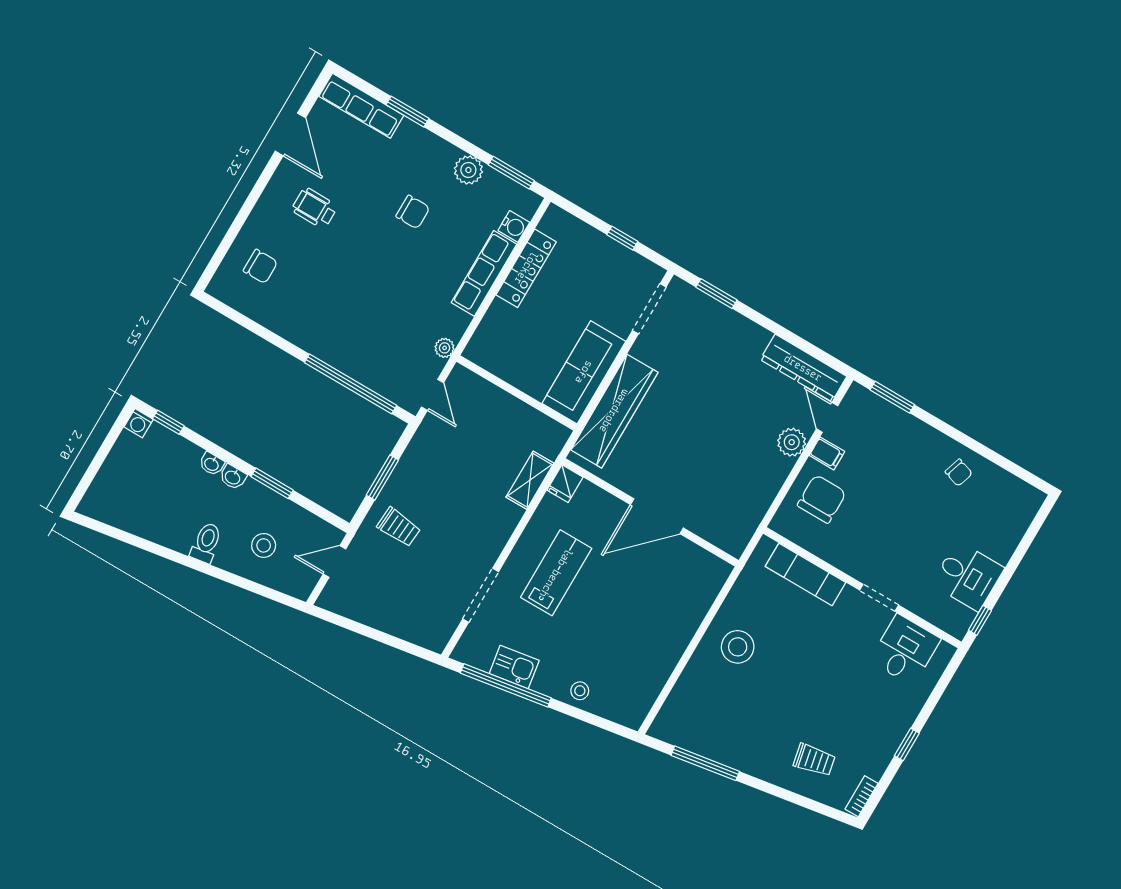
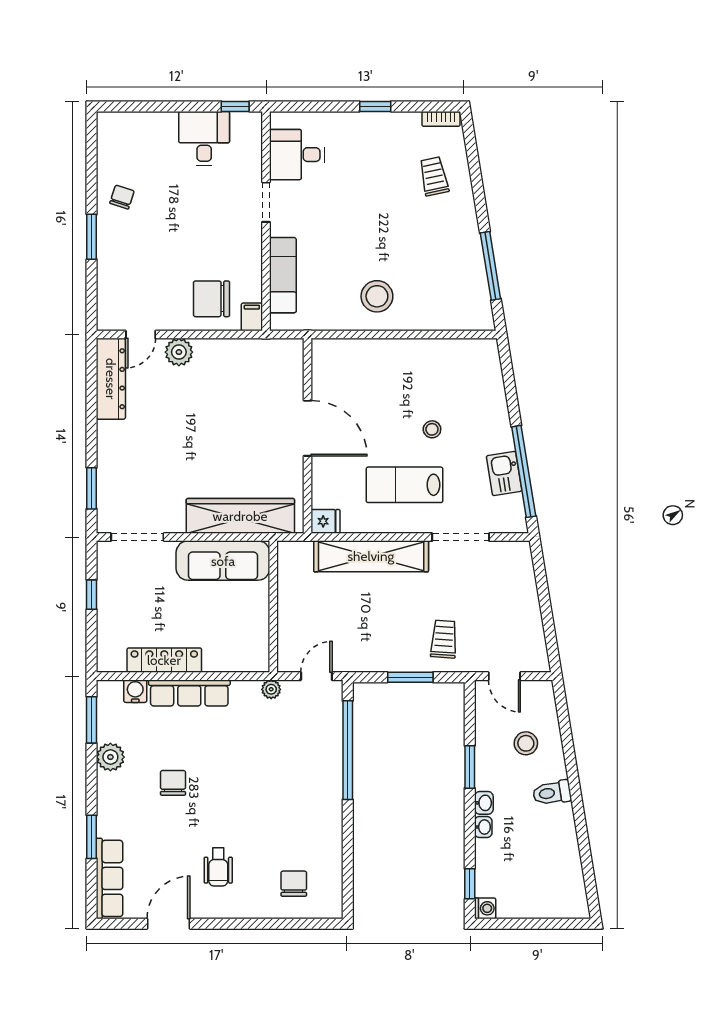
window: (892, 397) -> (92, 237), moved
filing cabinet: (827, 453) -> (252, 317), moved
shelving: (530, 480) -> (371, 556), width x2.20, depth x1.33
stool: (580, 691) -> (432, 429), moved

